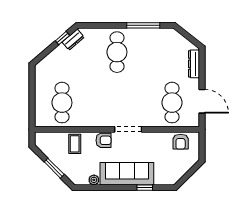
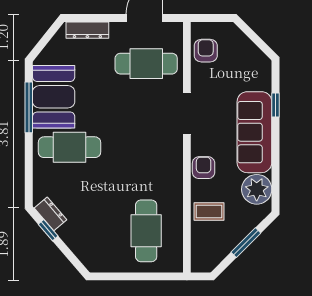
booth: (150, 42) -> (54, 97), added
cafe table: (62, 103) -> (146, 231), turned 90
doorway: (128, 129) -> (187, 114), moved
armchair: (181, 142) -> (206, 51), turned -90
plant: (94, 180) -> (257, 189), width x1.87, depth x1.87

